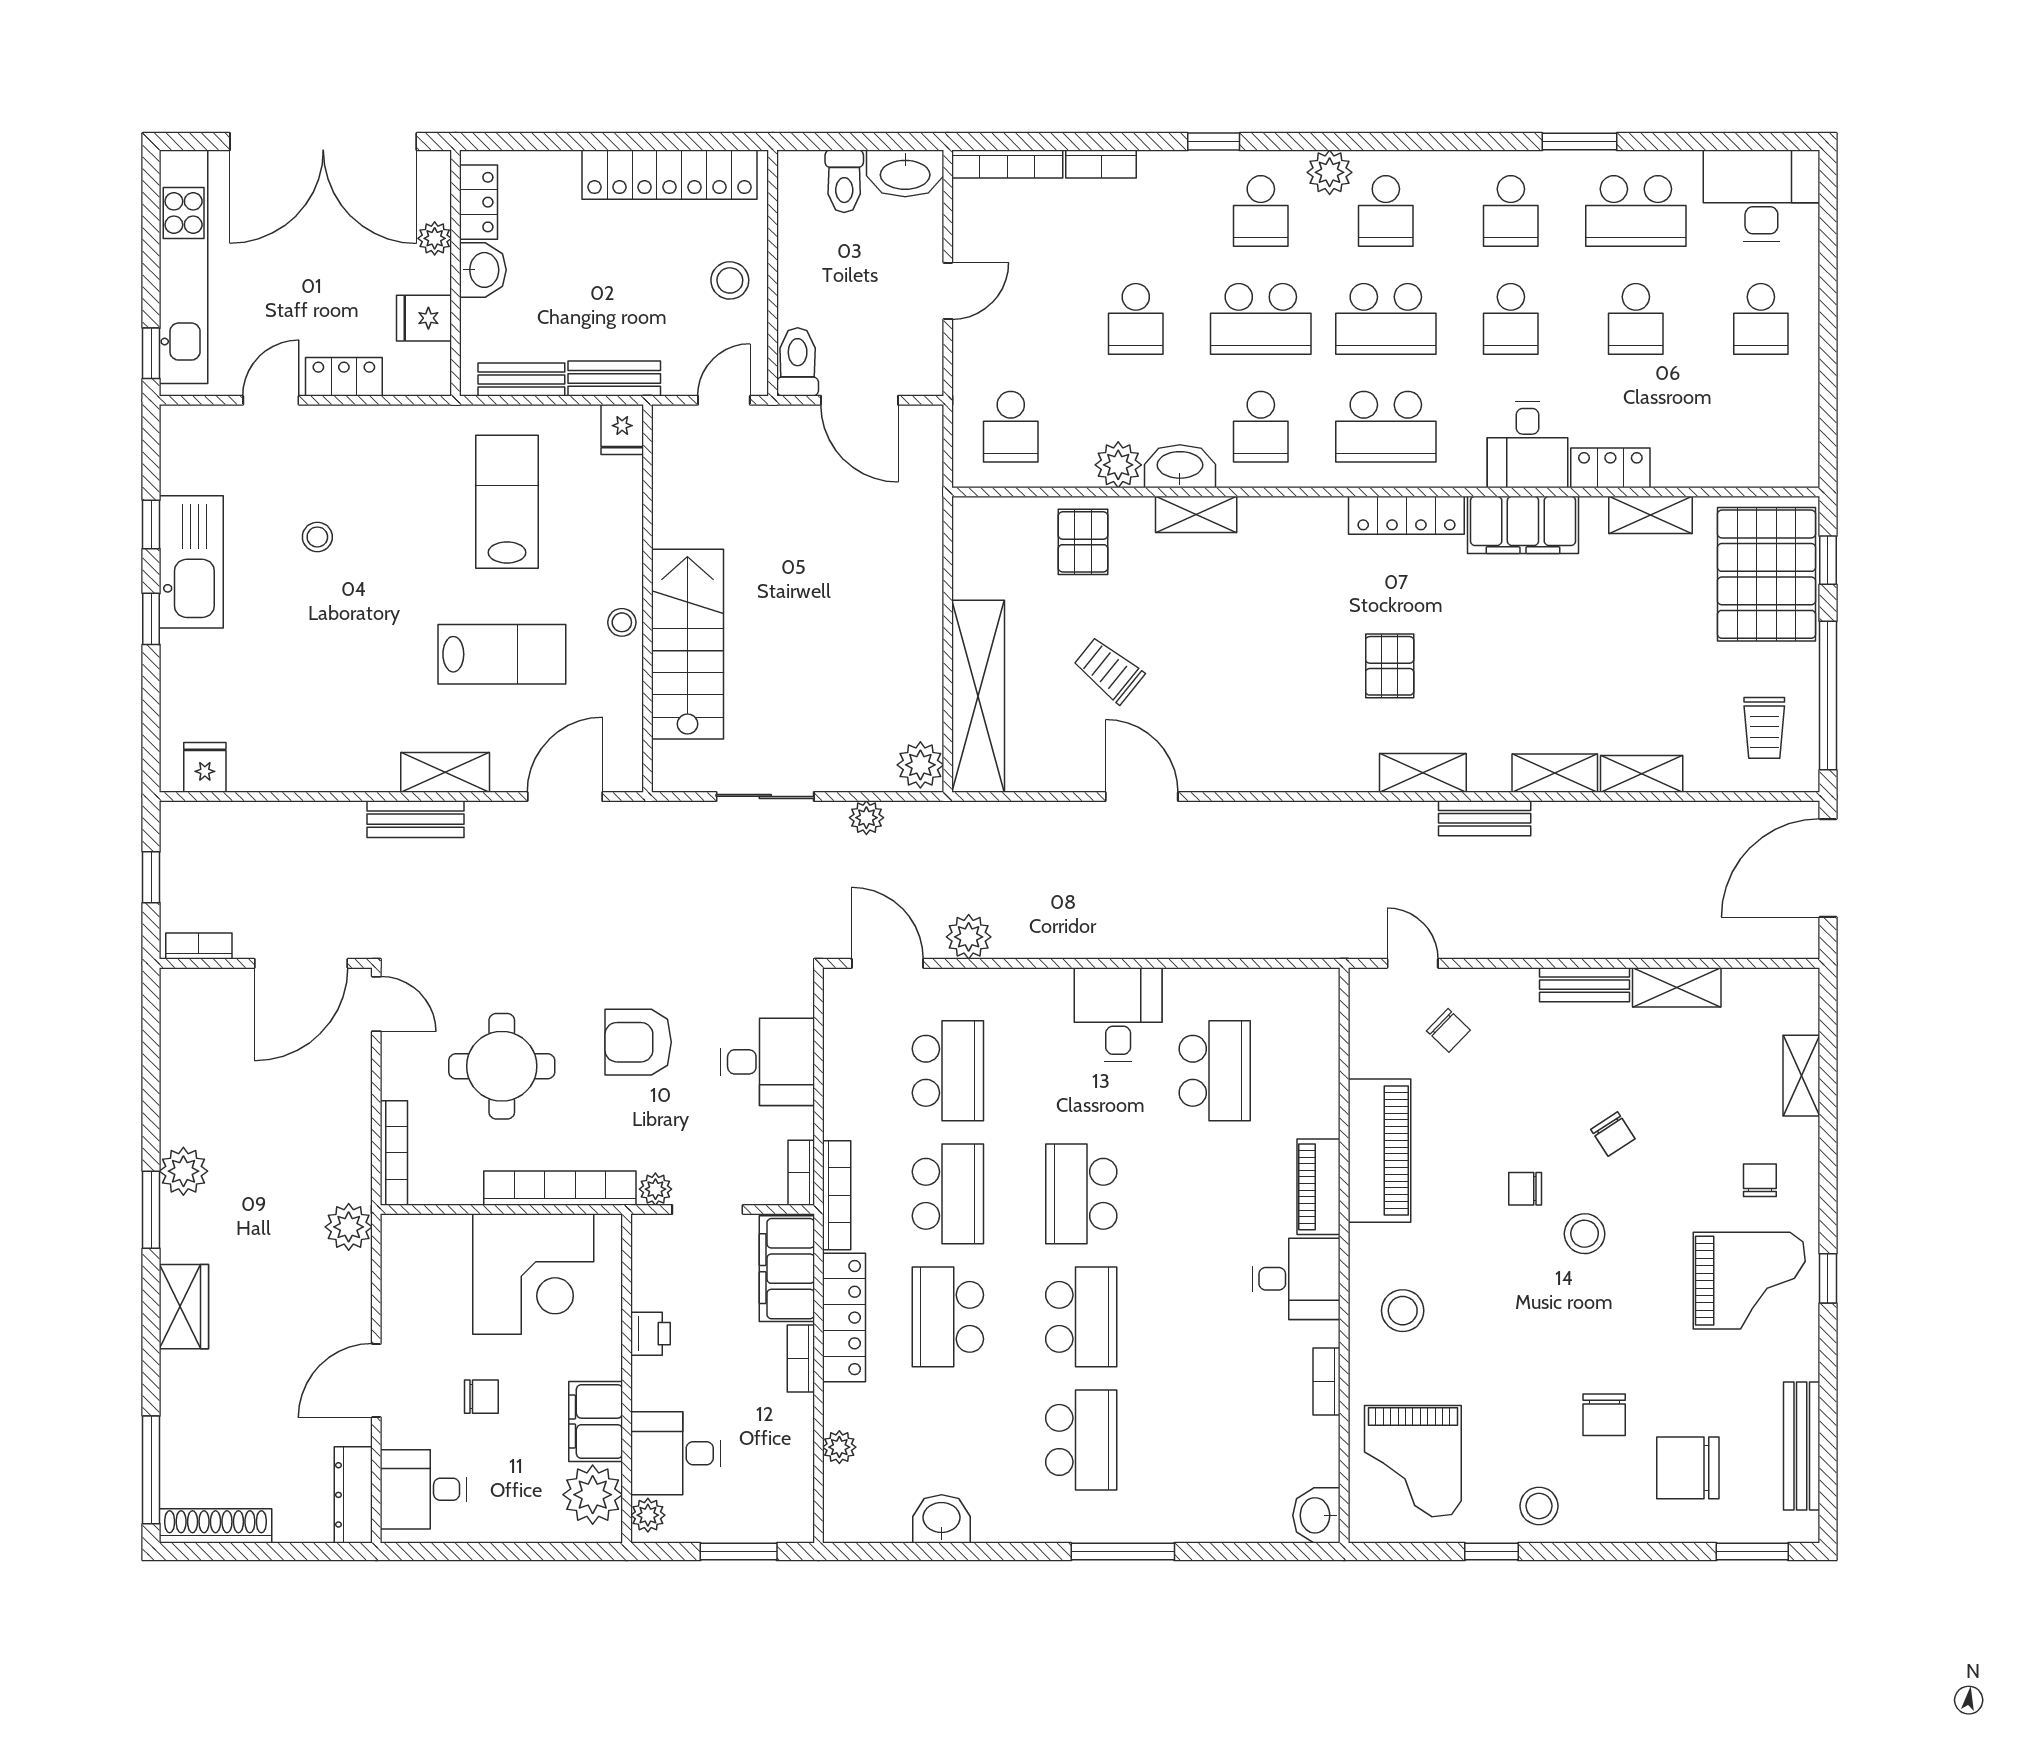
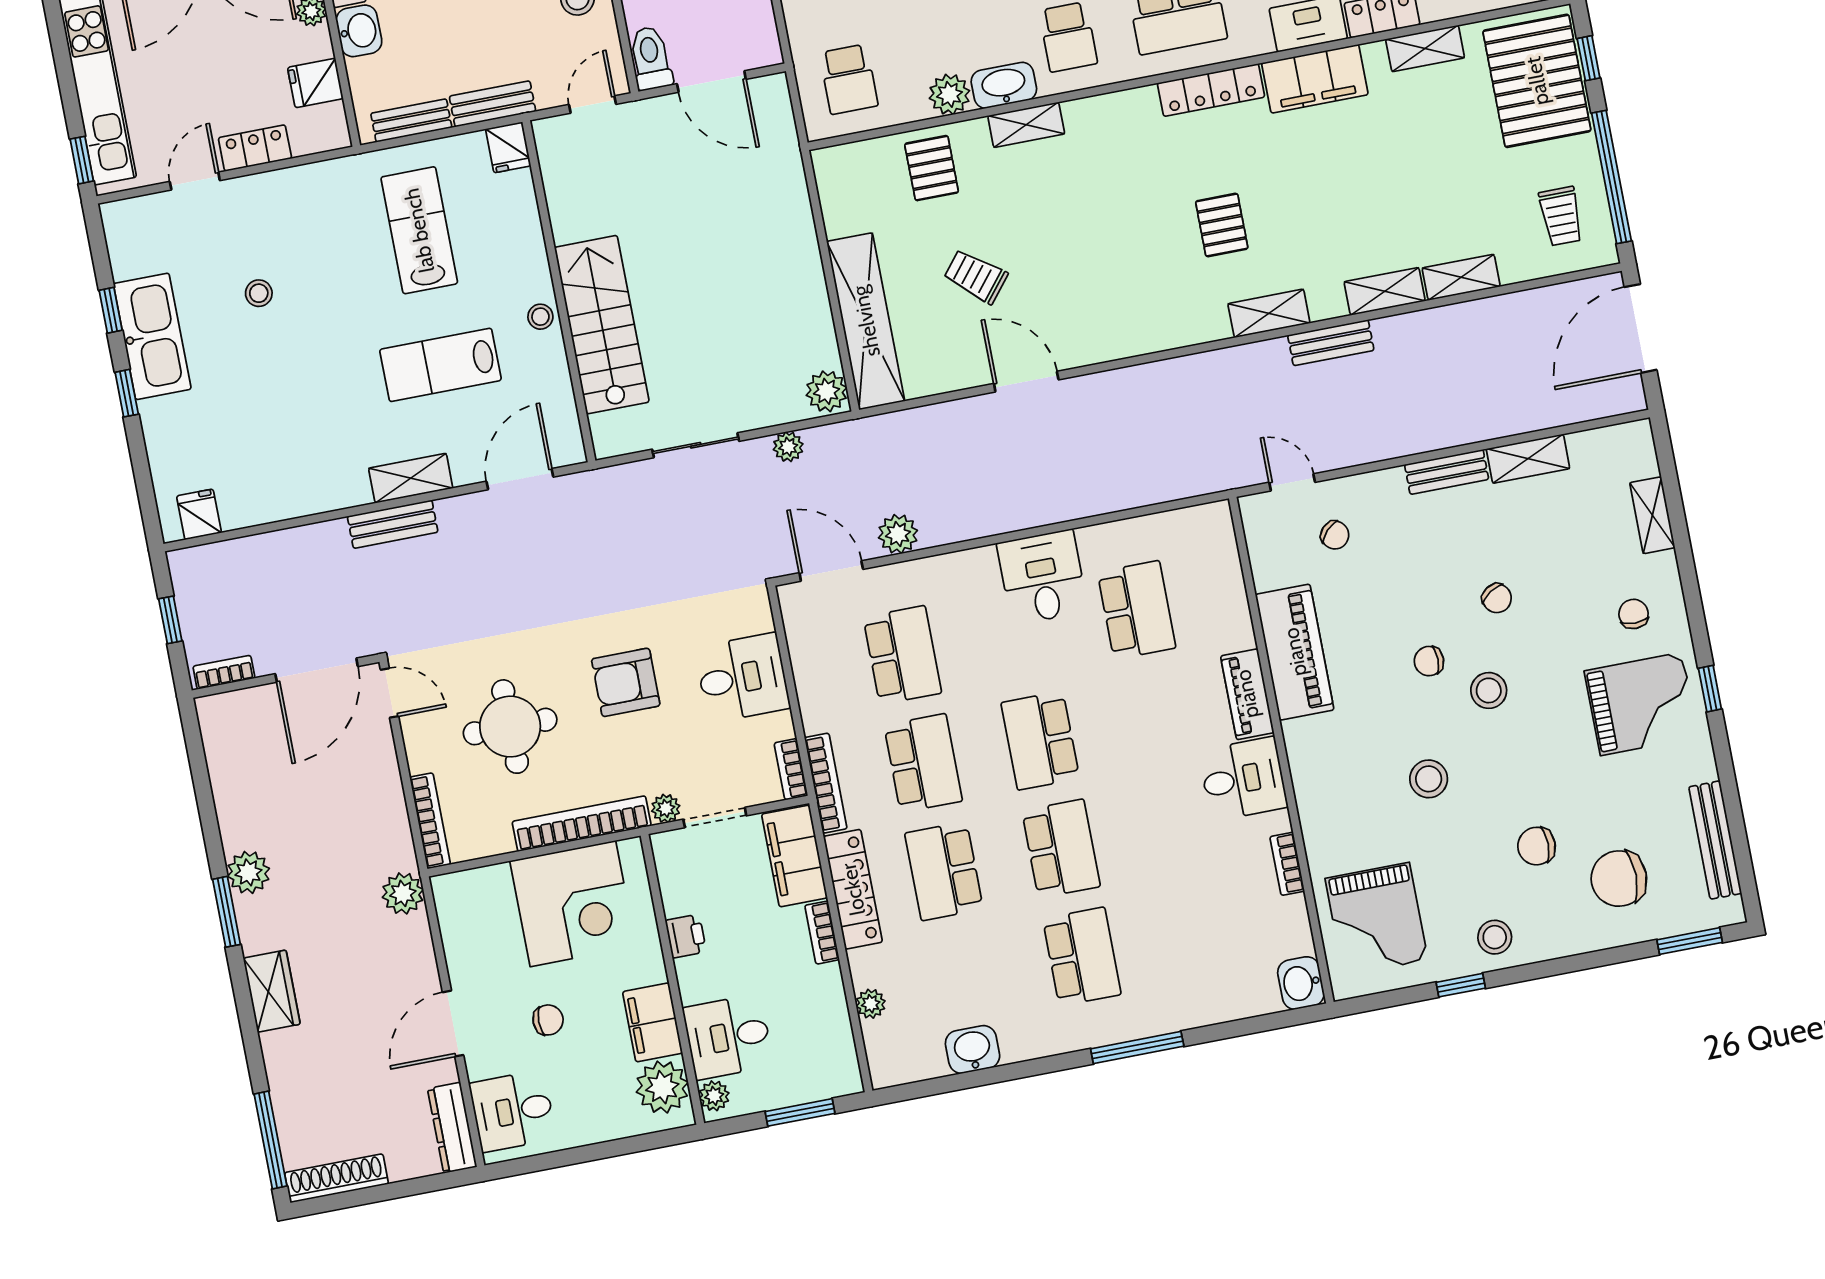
lab bench: (502, 654) -> (440, 365), turned 180
stool: (1403, 1311) -> (1429, 779), moved
chair: (1604, 1415) -> (1537, 846), turned 90

